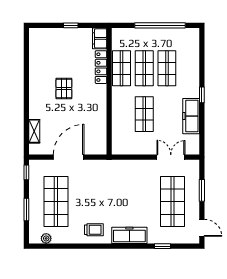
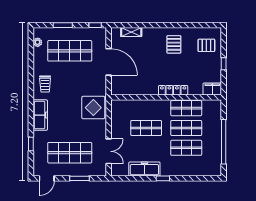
pallet: (50, 45) -> (206, 45), added
locker: (101, 67) -> (173, 90), moved
pallet: (64, 88) -> (174, 44), moved, turned 90
display table: (121, 175) -> (93, 108), added

